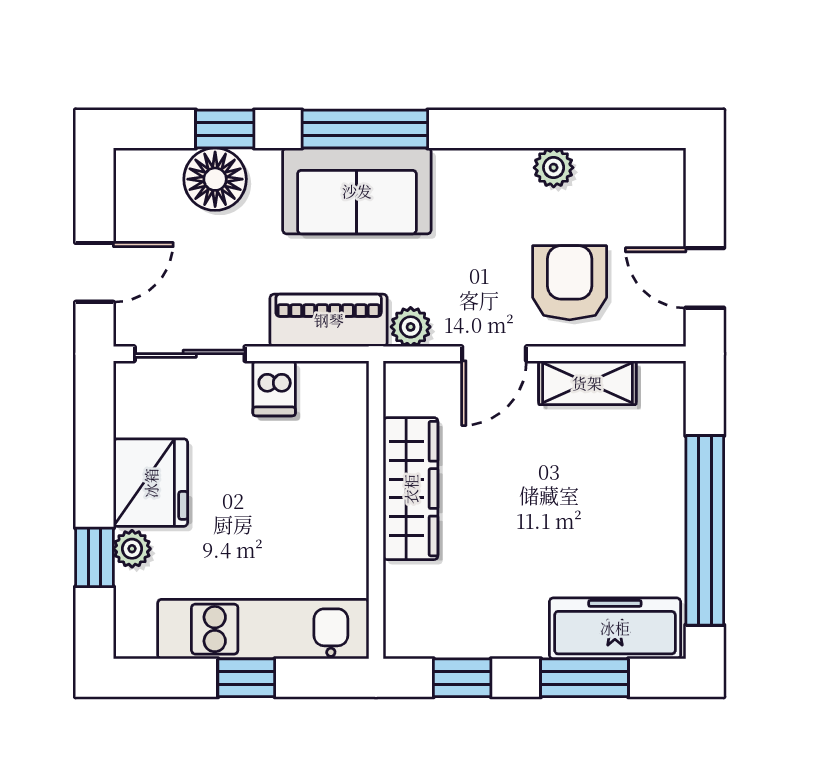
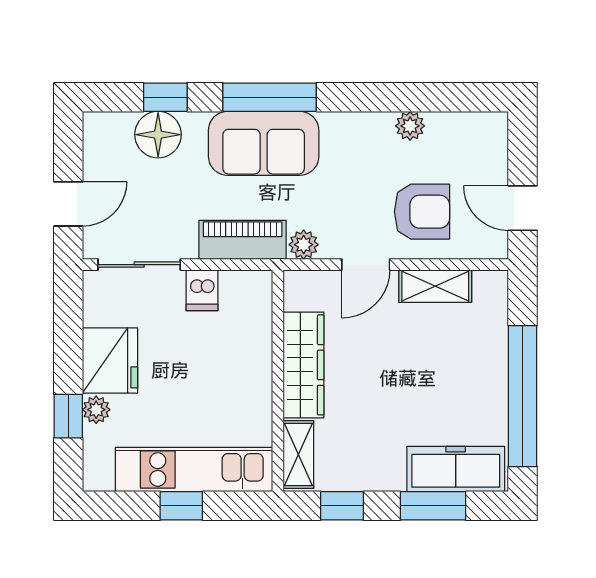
armchair: (570, 283) -> (422, 212), turned 90
shelving: (404, 609) -> (298, 454), added

